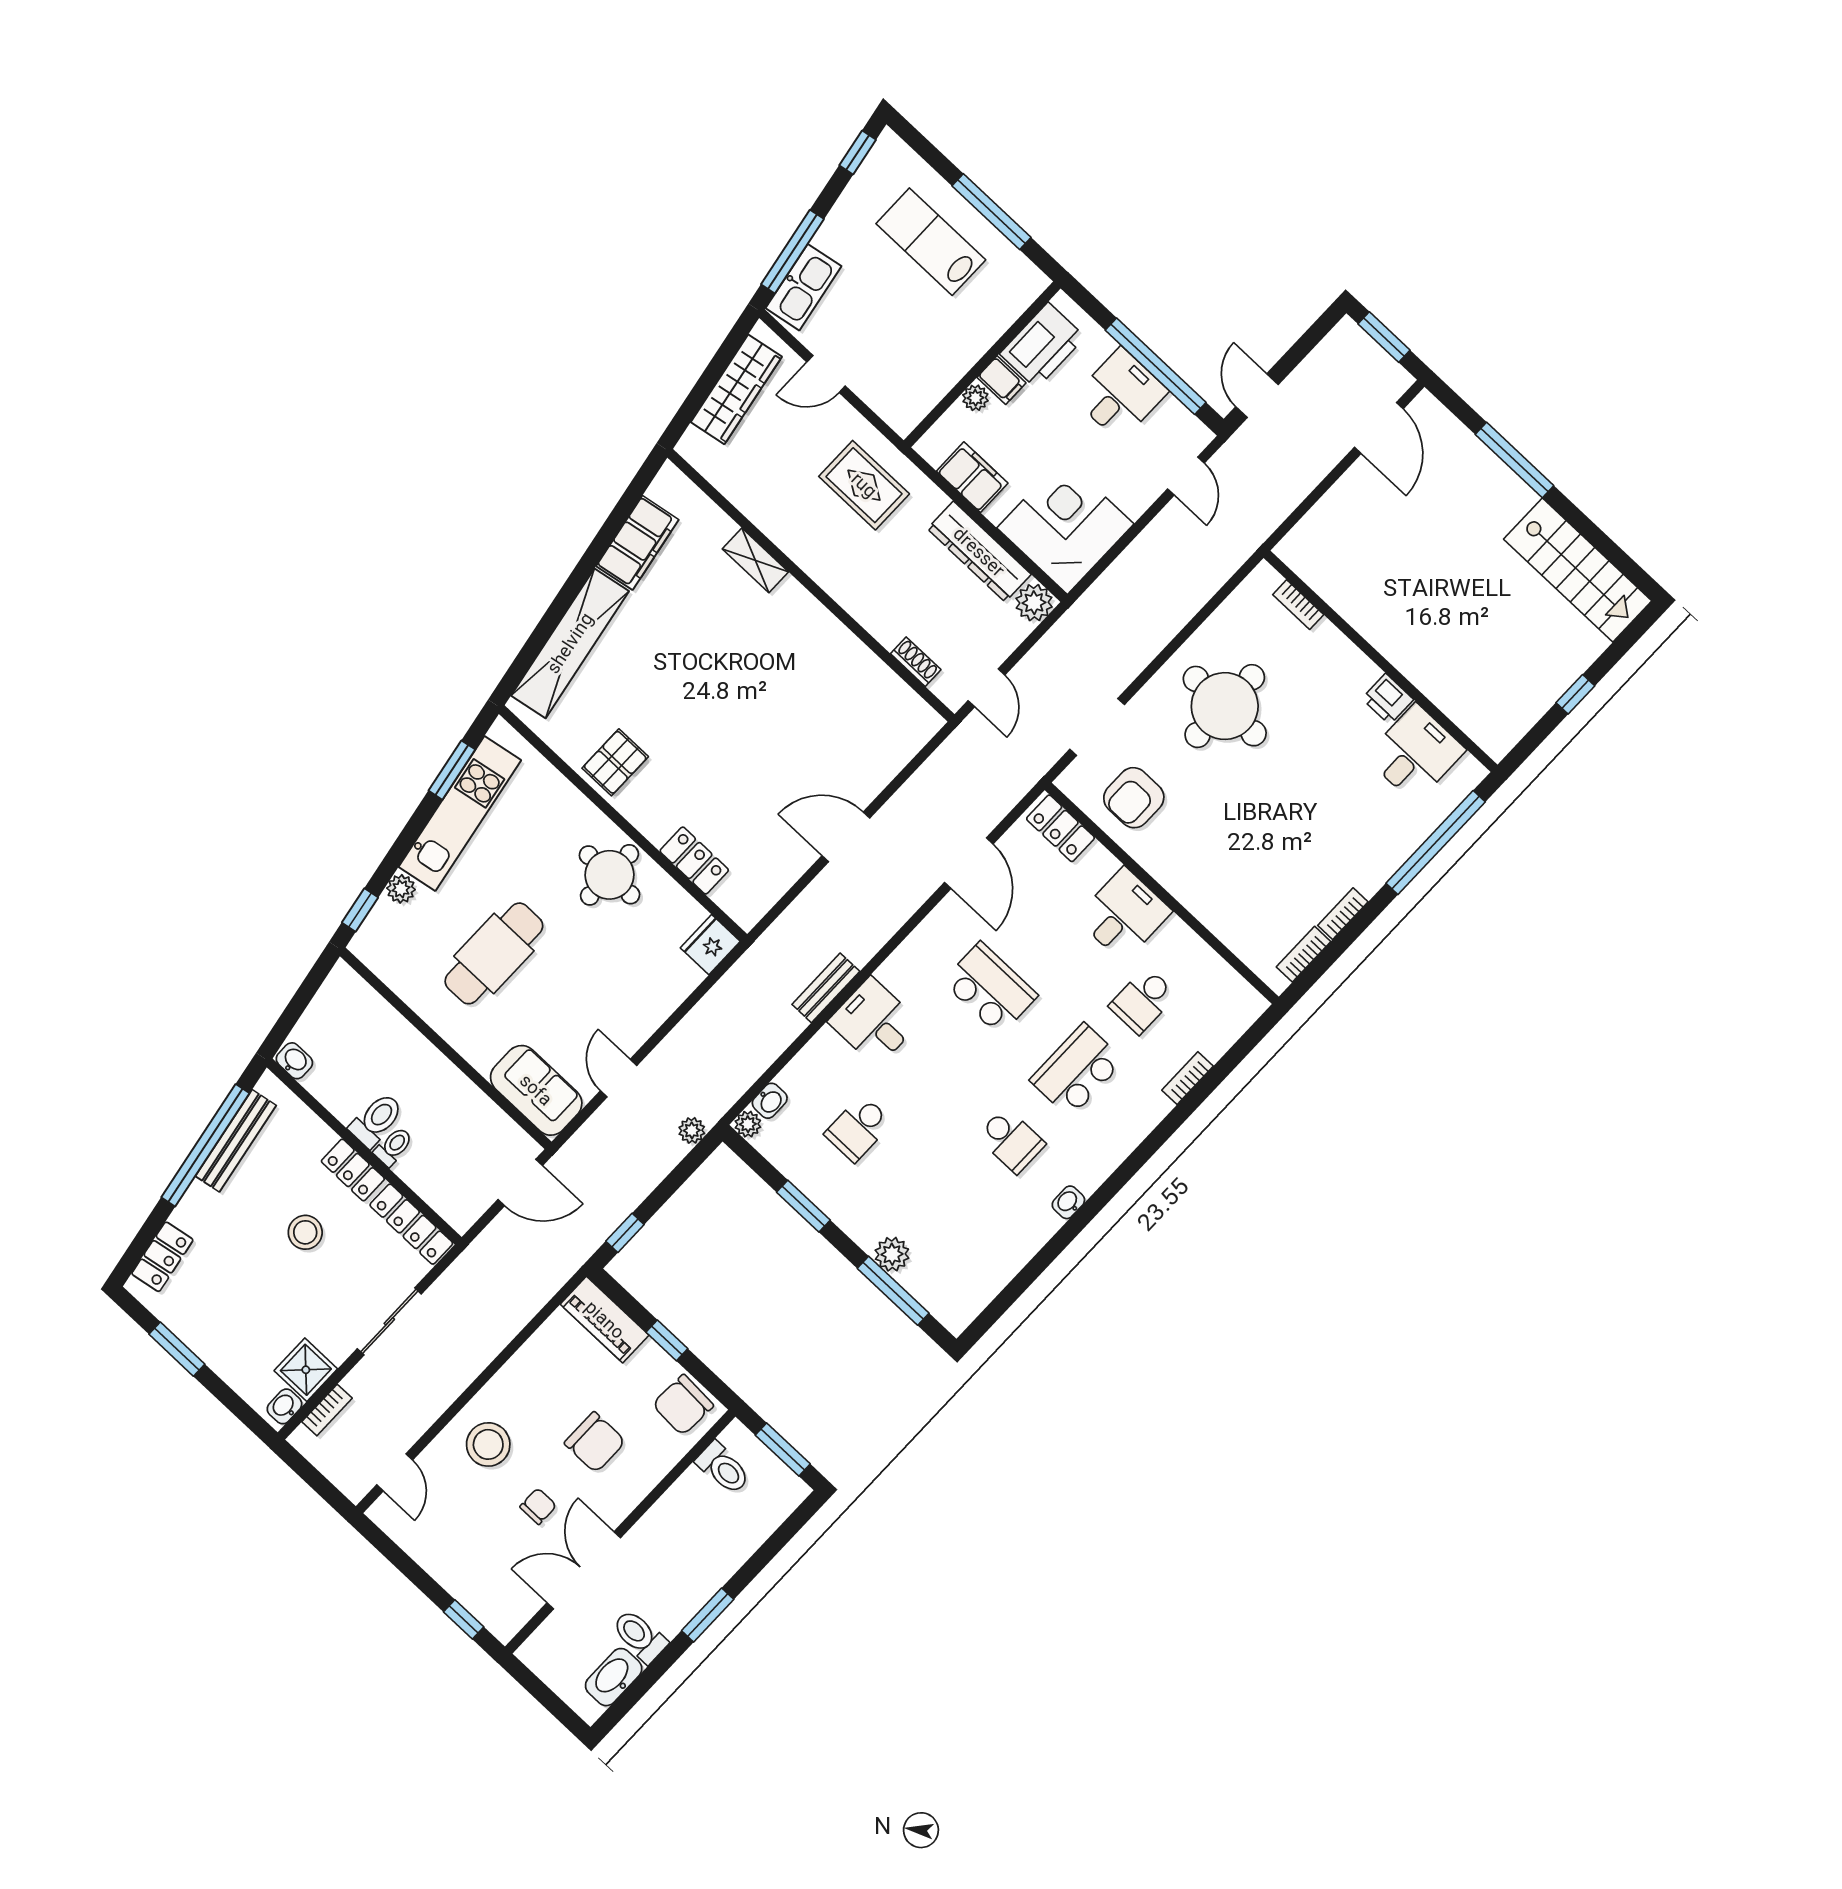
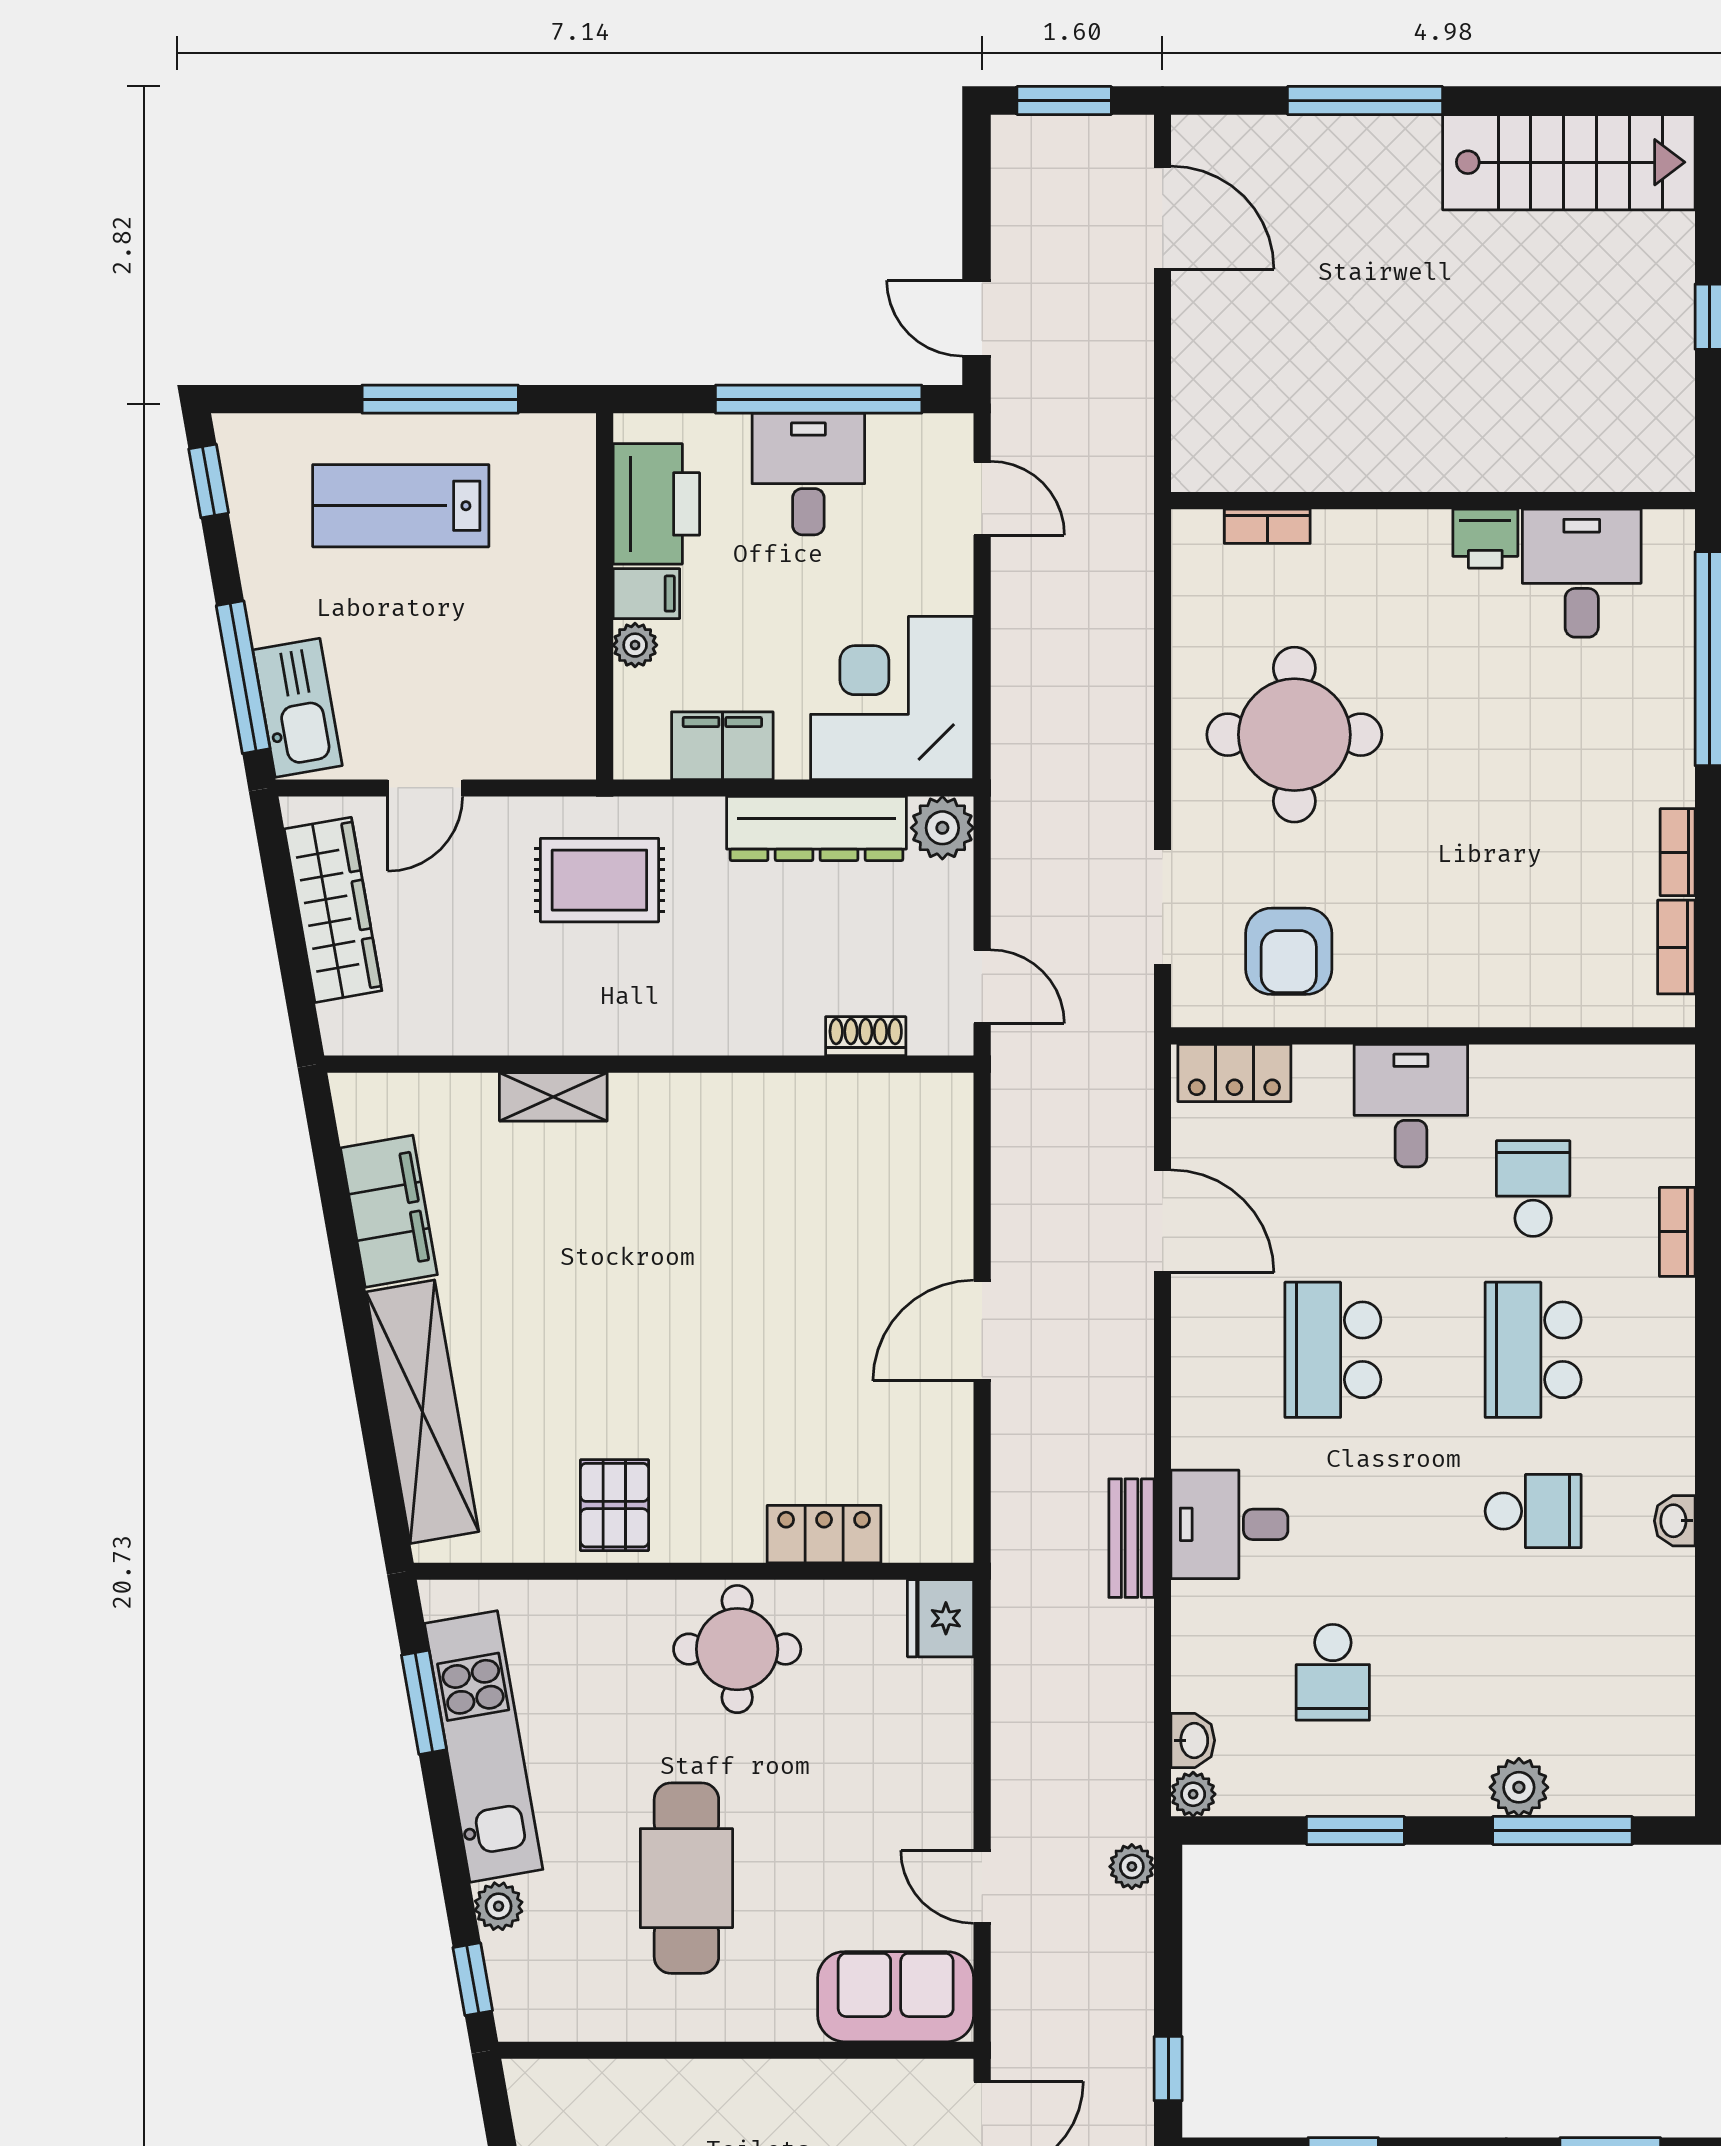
school desk: (990, 989) -> (1333, 1350), turned -90
school desk: (1143, 1000) -> (1533, 1189), turned 180

